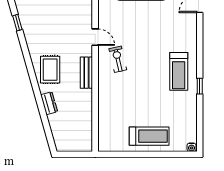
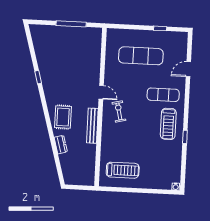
exercise mat: (171, 36) -> (163, 95), added
bench: (86, 73) -> (92, 126), width x1.36
treadmill: (149, 136) -> (123, 170), moved

